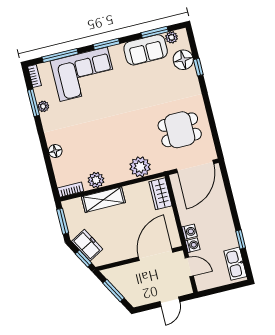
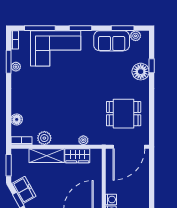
floor lamp: (183, 60) -> (141, 72), moved
floor lamp: (55, 151) -> (17, 119), moved
plant: (140, 167) -> (83, 140), width x0.53, depth x0.53
wardrobe: (160, 194) -> (77, 156), moved, turned -90

